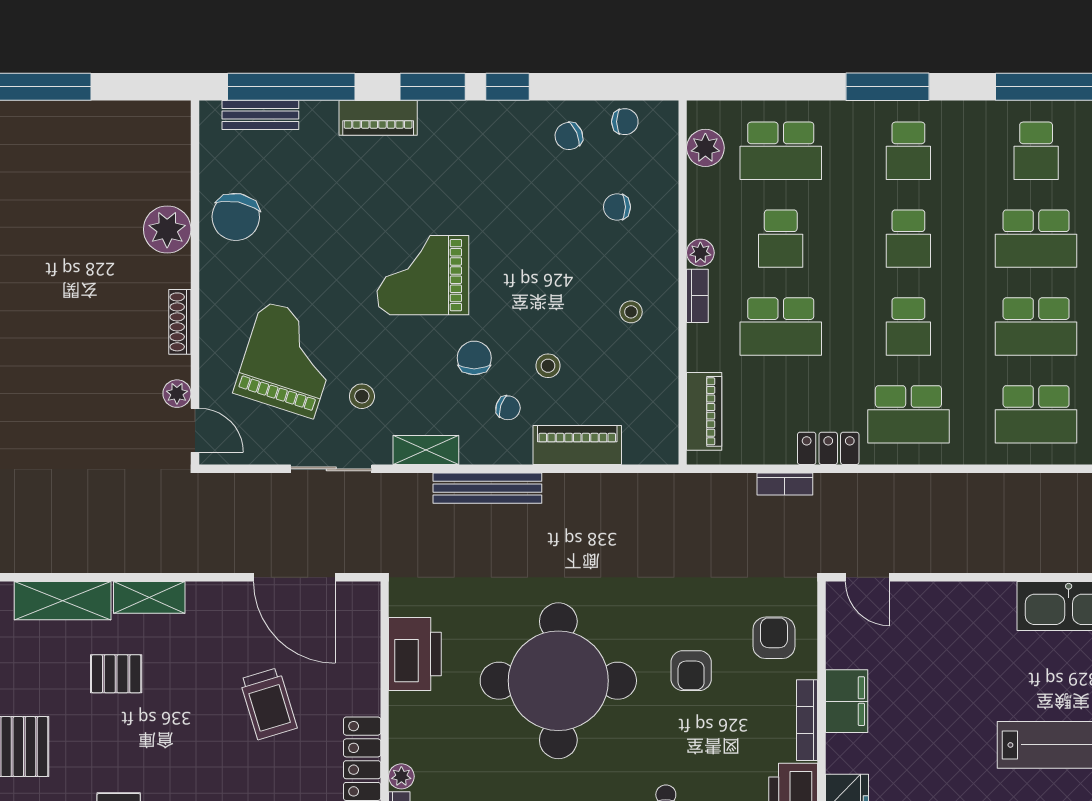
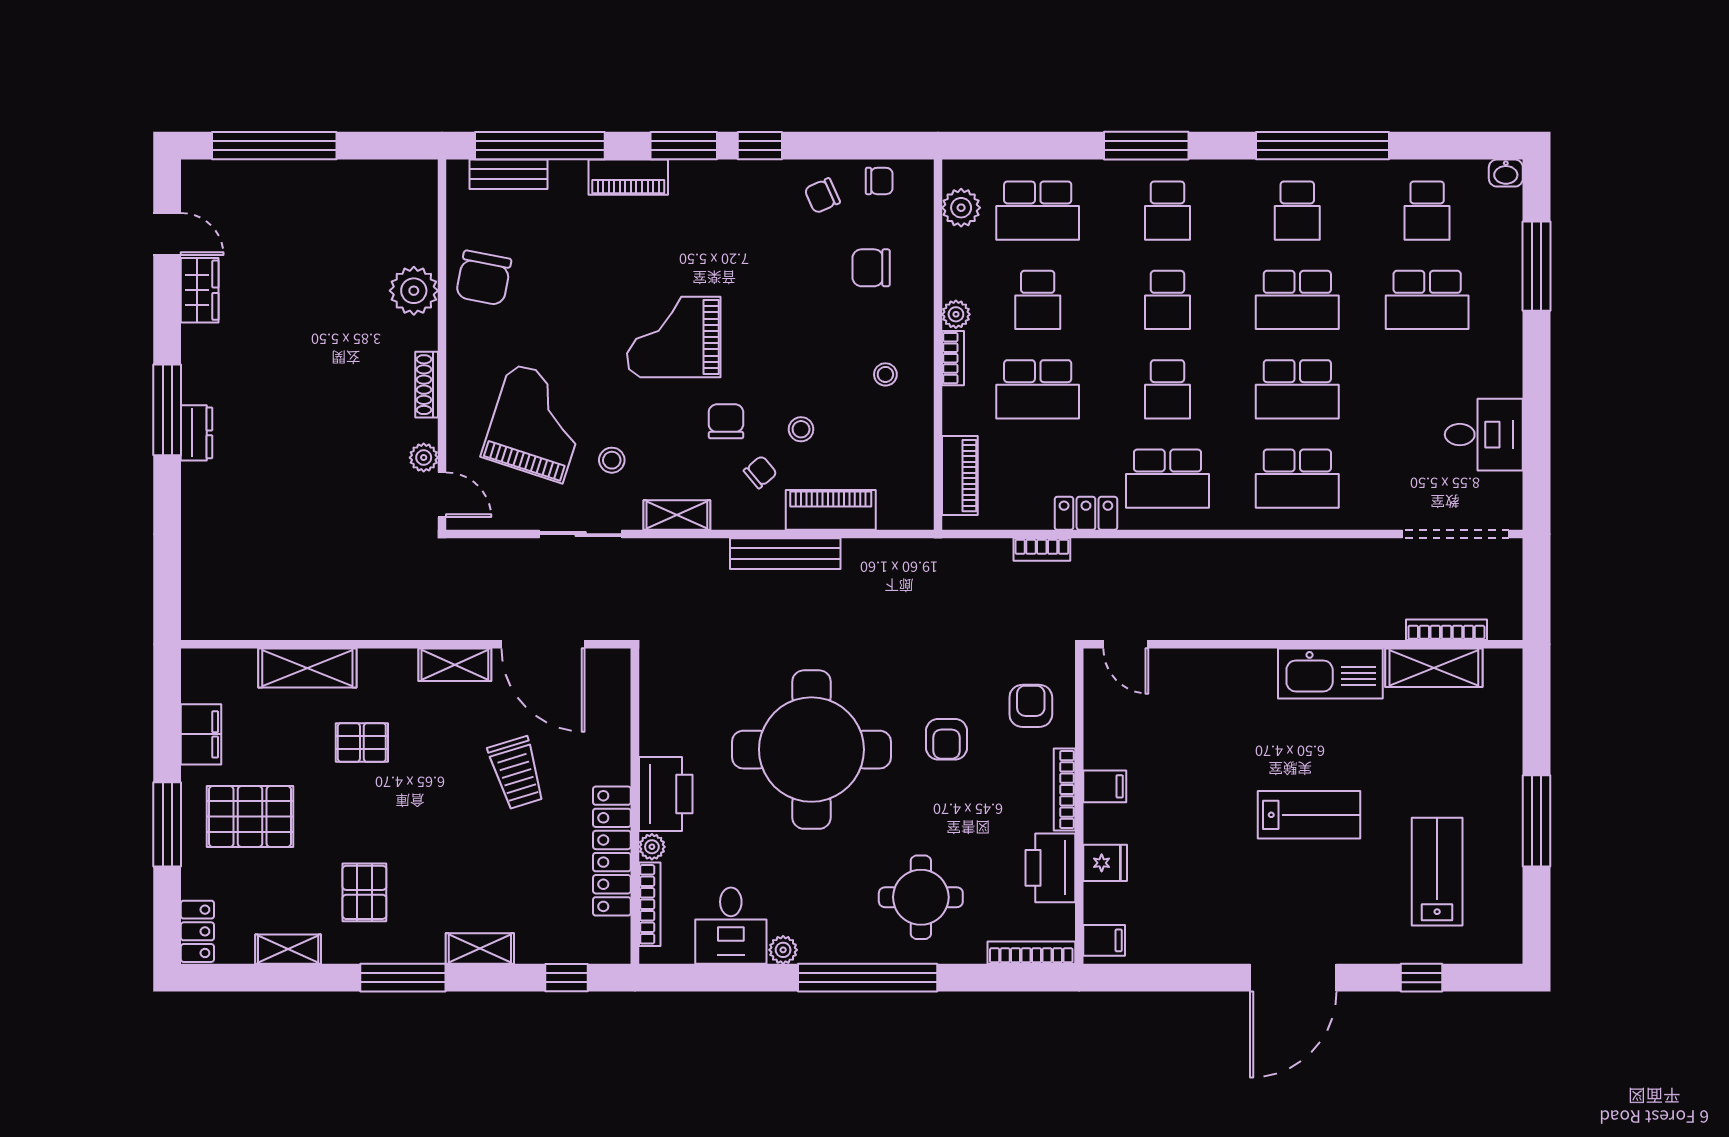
chair: (617, 207) -> (871, 268), width x1.37, depth x1.37
chair: (508, 408) -> (760, 472), turned -58
bench: (487, 488) -> (785, 554), moved
shelving: (149, 597) -> (455, 665), moved
printer: (415, 654) -> (666, 794), moved
filing cabinet: (847, 701) -> (1105, 786), width x0.50

